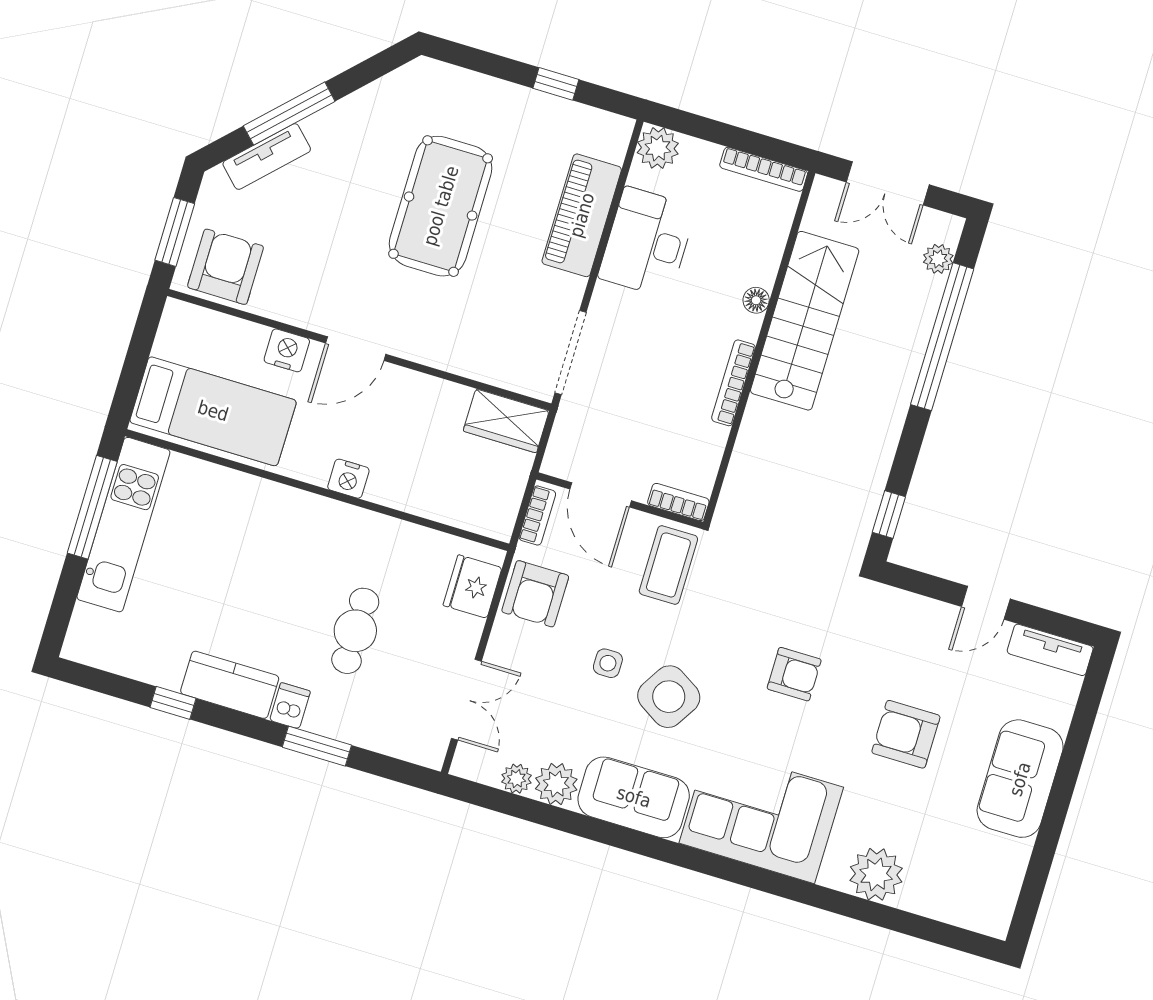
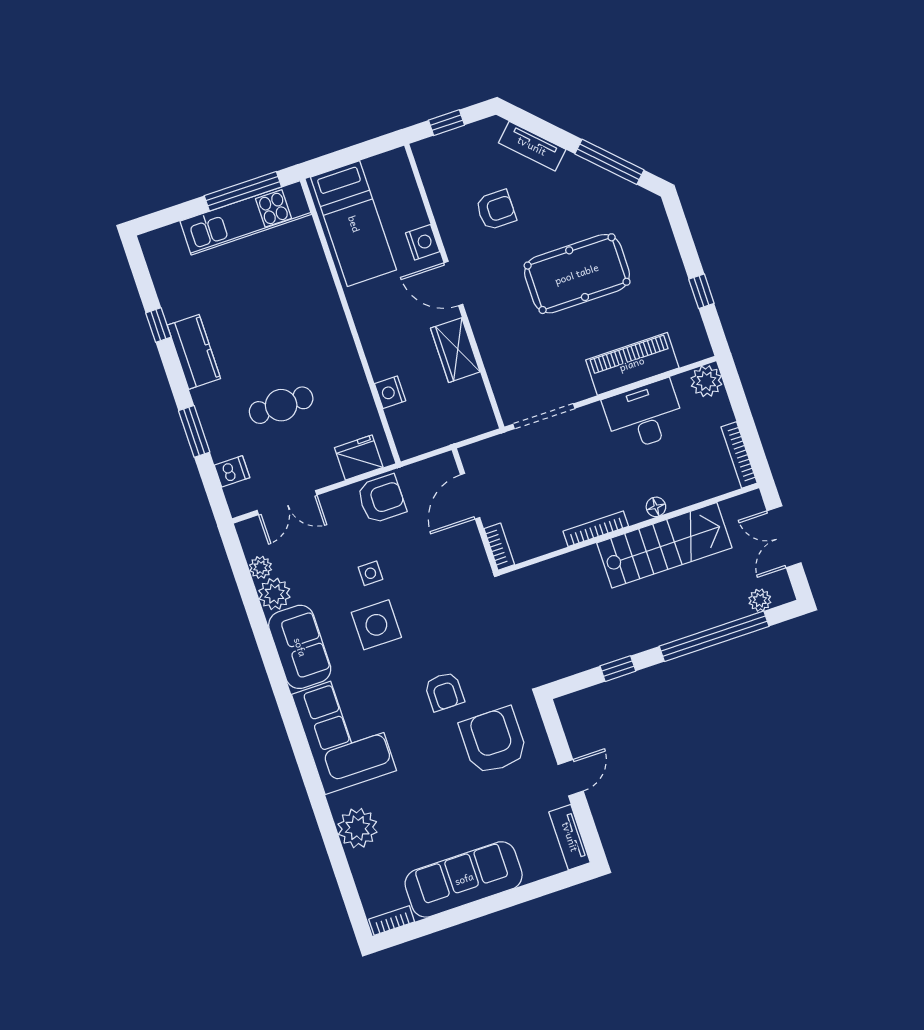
window: (289, 114) -> (609, 162), moved
window: (175, 232) -> (446, 123), width x0.67
armchair: (226, 267) -> (496, 210), moved, width x0.72, depth x0.72
wardrobe: (506, 421) -> (455, 350), moved
nightstand: (348, 479) -> (390, 392), moved
window: (889, 515) -> (618, 669), moved
bookcase: (537, 516) -> (392, 920), moved, turned 180
coffee table: (668, 565) -> (457, 568), removed
armchair: (535, 594) -> (381, 499), turned 180
door: (986, 603) -> (571, 778), swing flipped
side table: (669, 697) -> (376, 625), turned -32
dishwasher: (290, 706) -> (232, 471), moved
armchair: (906, 734) -> (493, 741), moved, width x1.36, depth x1.36
sofa: (1020, 779) -> (464, 879), width x1.36

